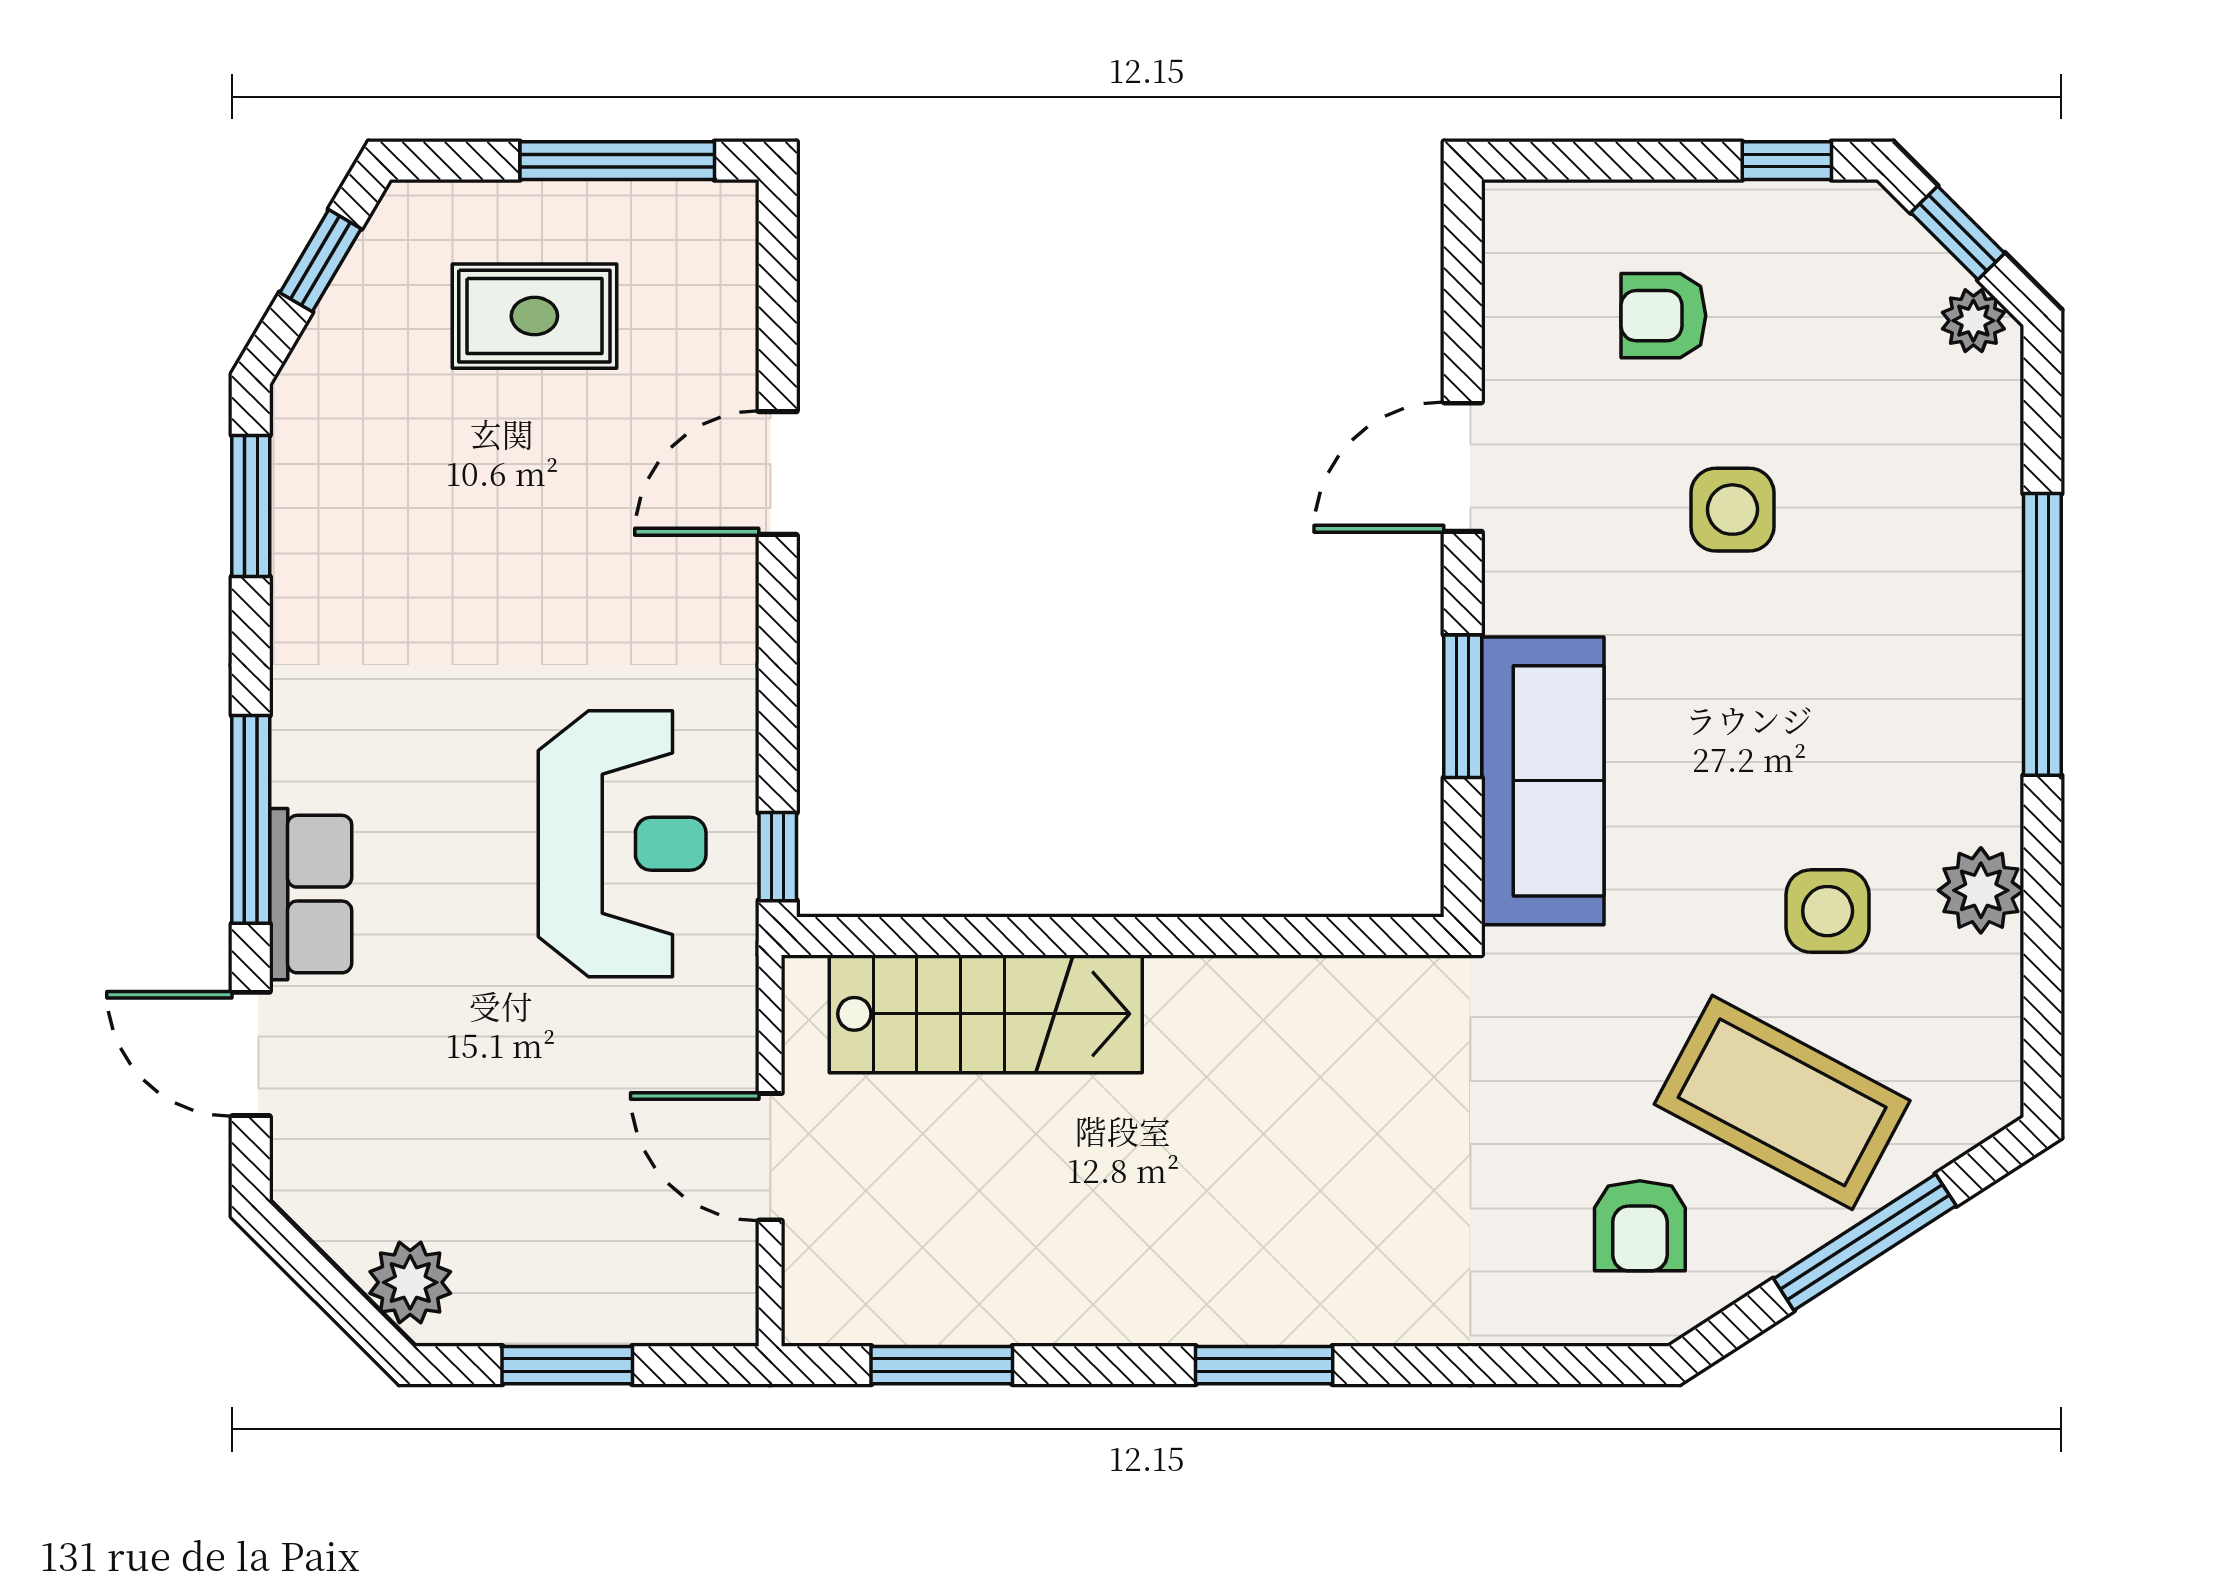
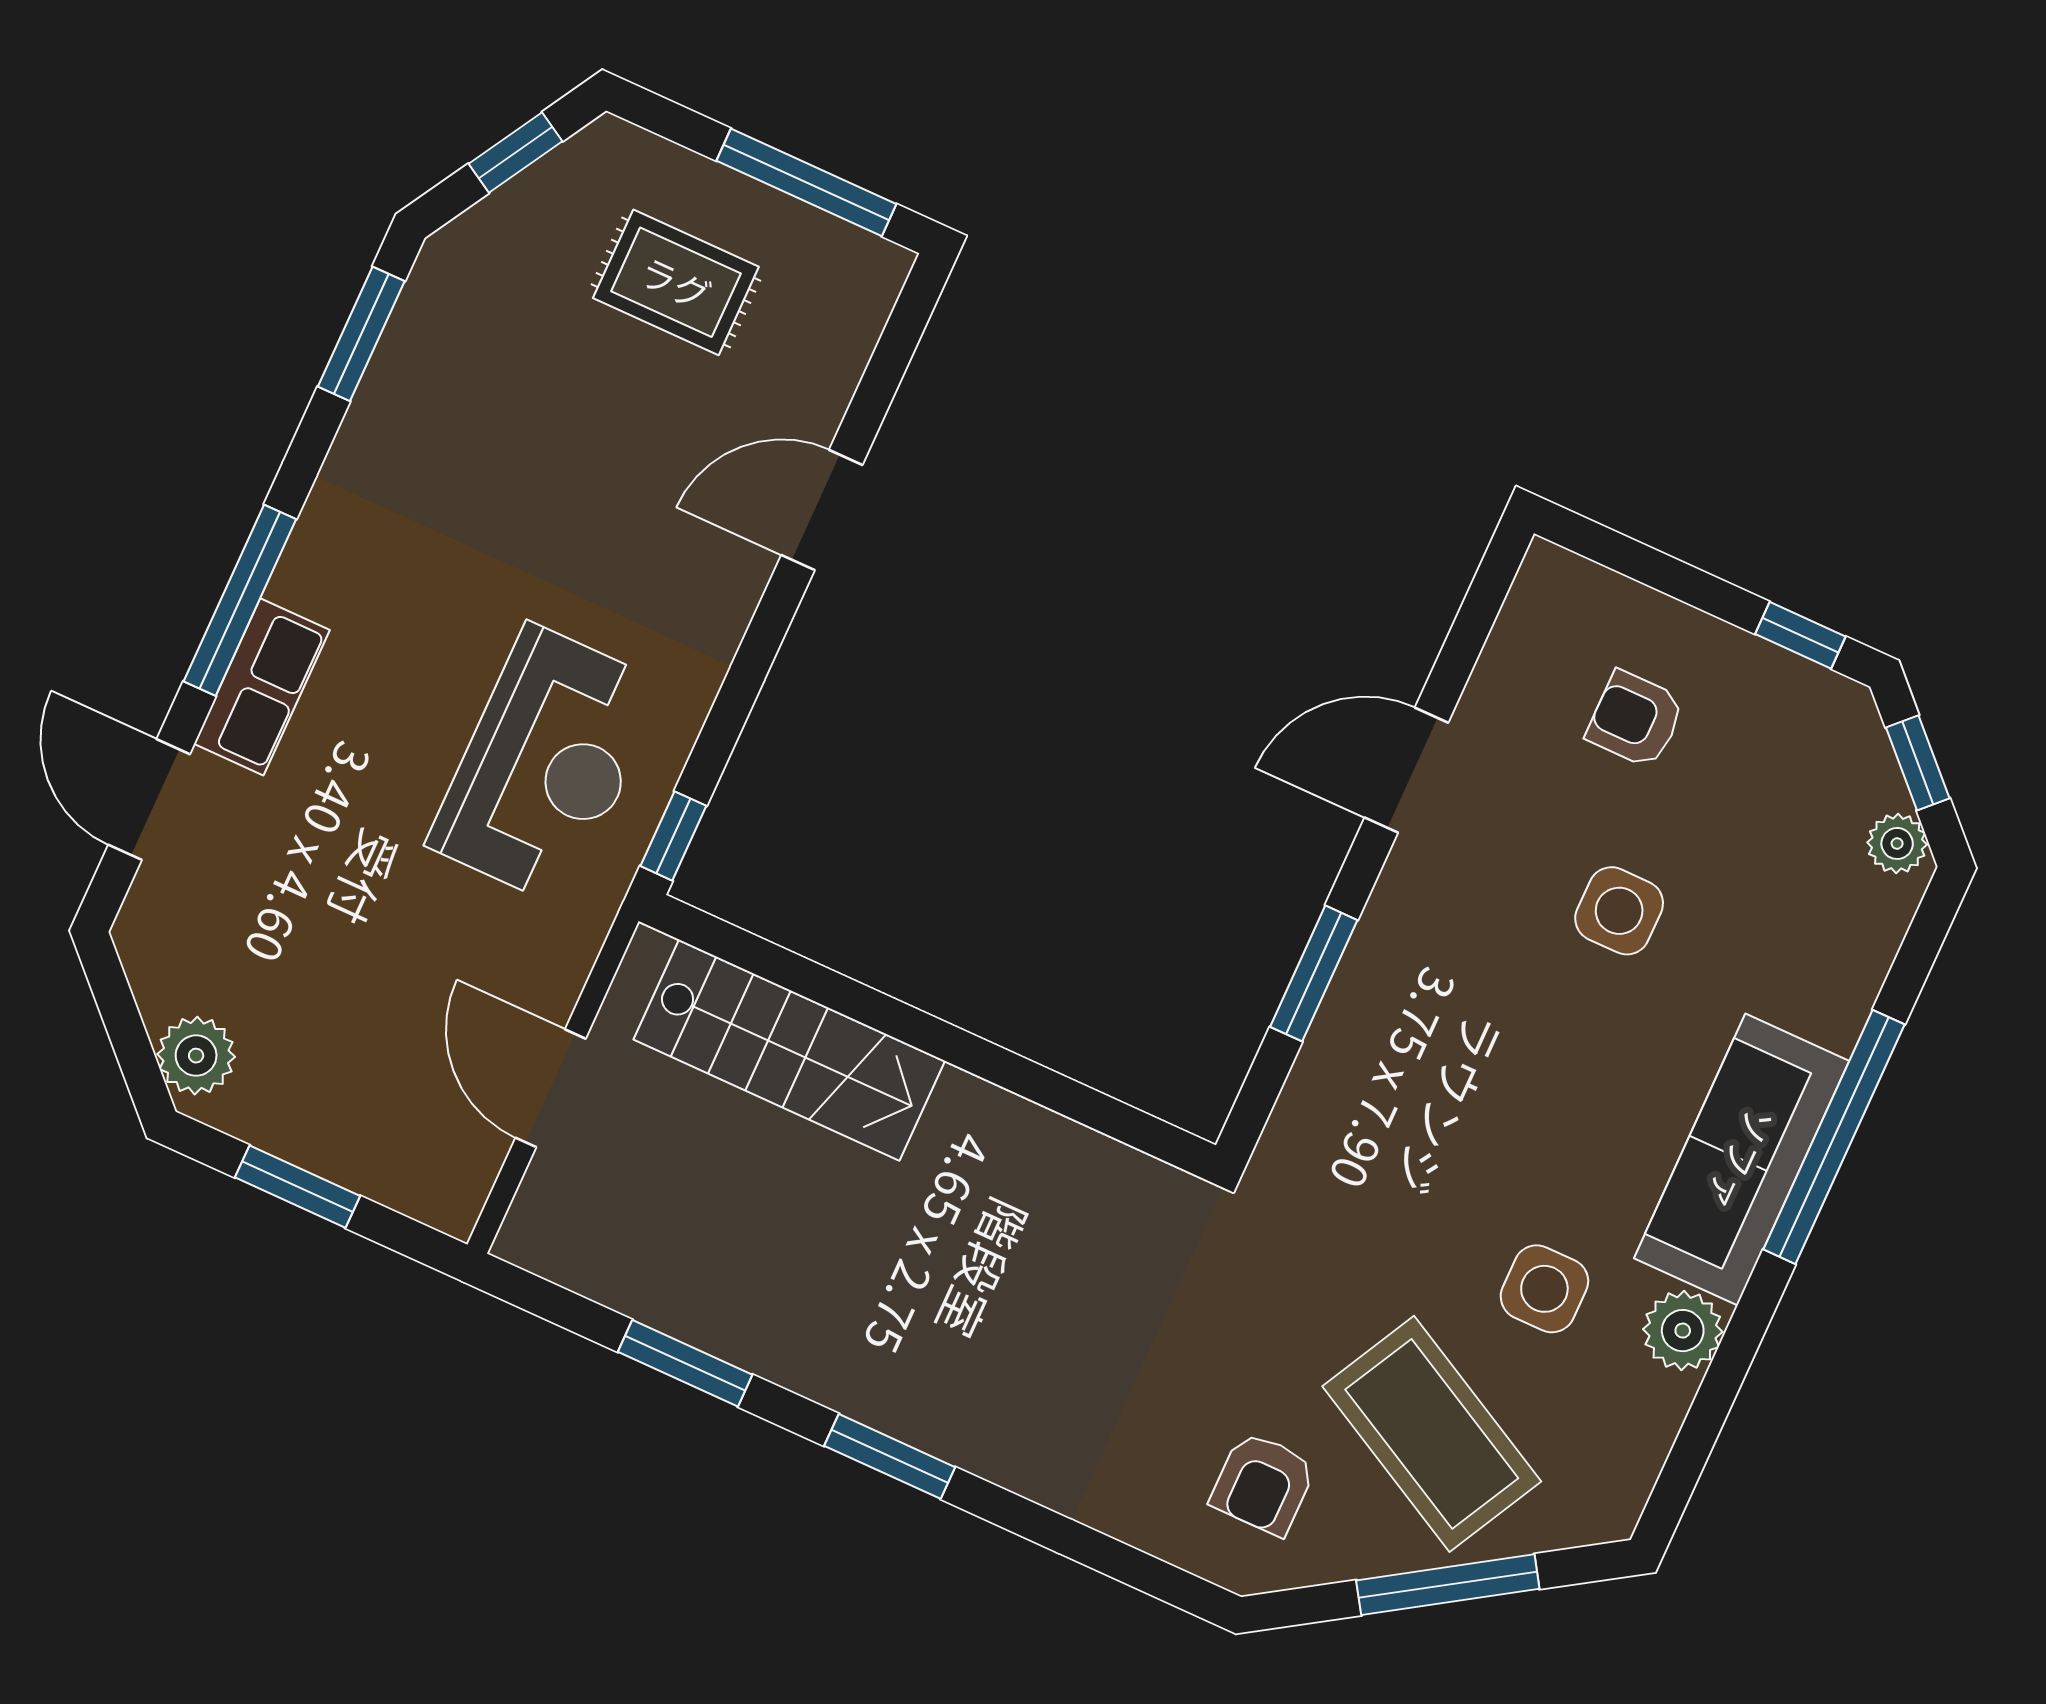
sofa: (1543, 781) -> (1742, 1160), moved, turned 180
window: (942, 1365) -> (685, 1363), moved

